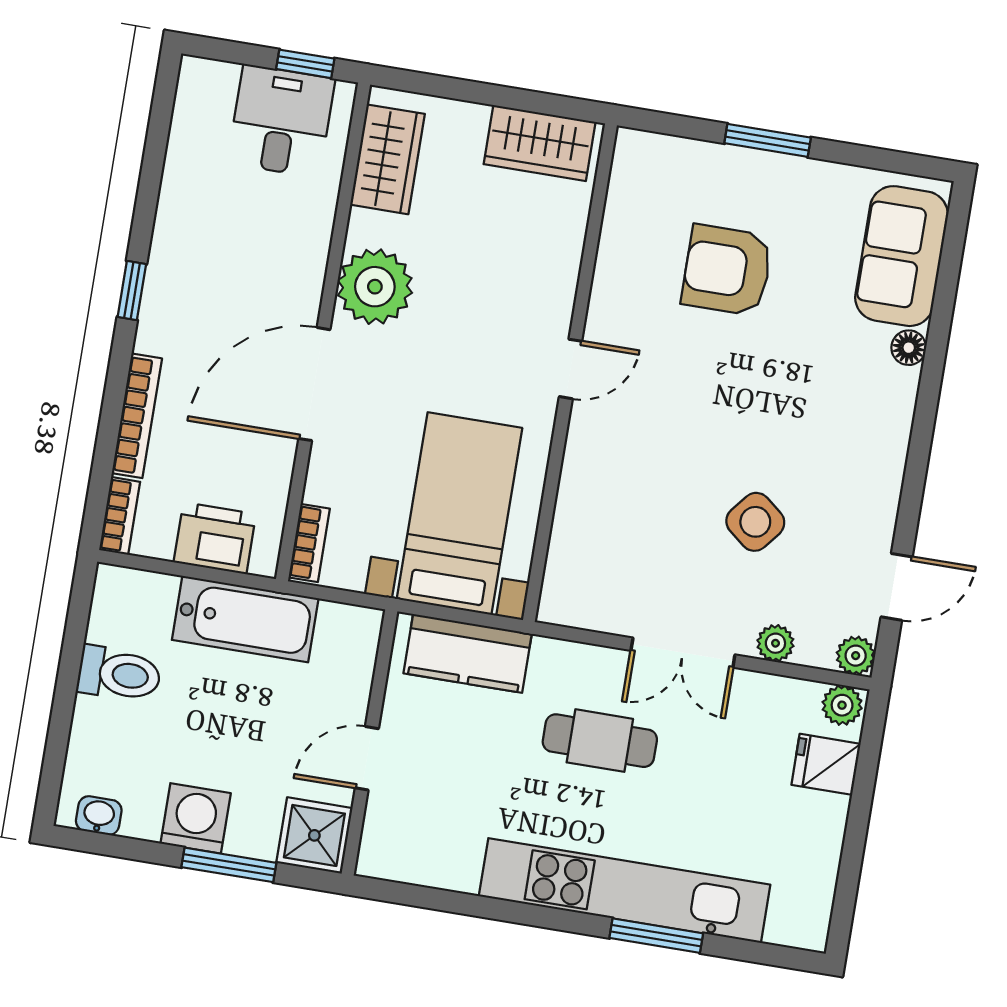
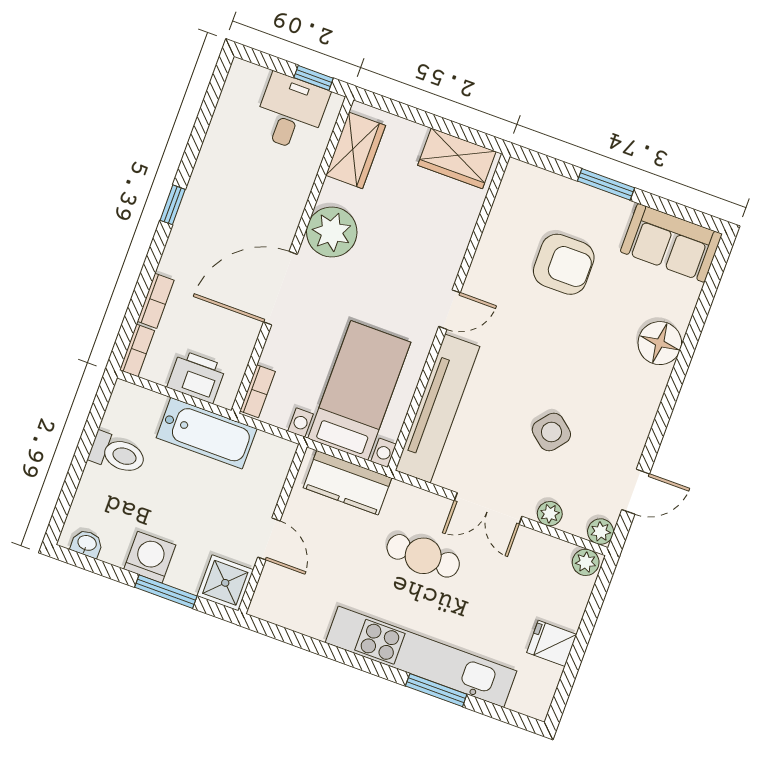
sofa: (902, 256) -> (671, 243), moved, turned -90
armchair: (727, 270) -> (564, 264), turned 180
floor lamp: (909, 348) -> (660, 343), width x1.89, depth x1.89
bookcase: (137, 416) -> (156, 301), width x0.64
tv unit: (580, 519) -> (437, 408), added
door: (367, 758) -> (269, 539), swing flipped
fridge: (826, 764) -> (552, 643), moved

